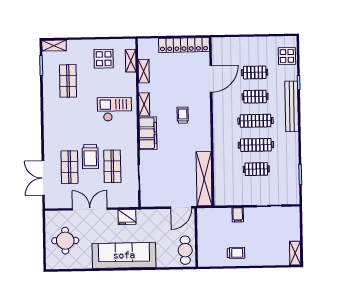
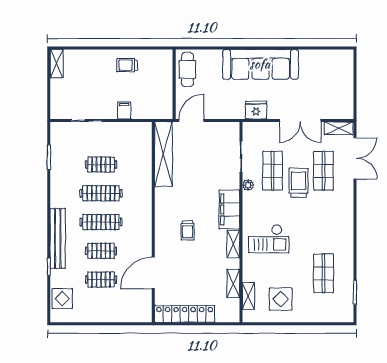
shelving: (54, 46) -> (339, 128), moved
plant: (133, 154) -> (248, 185), added
round table: (65, 241) -> (330, 83), removed

